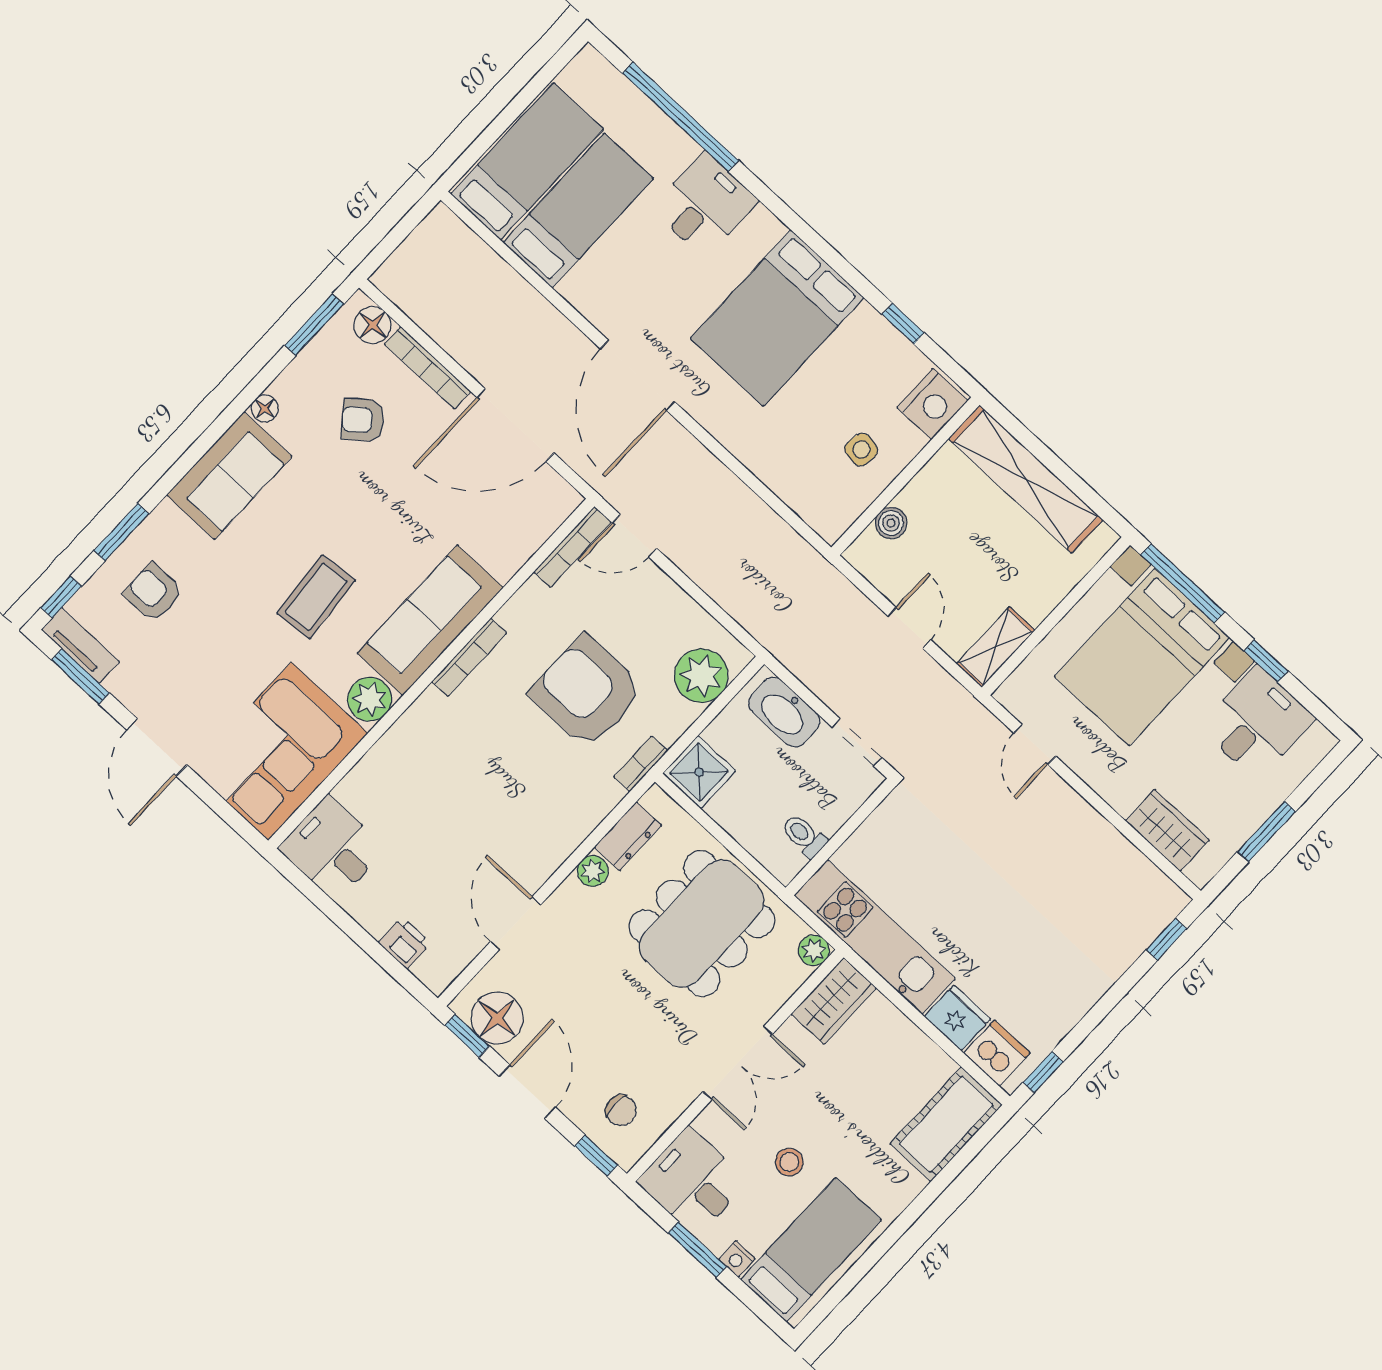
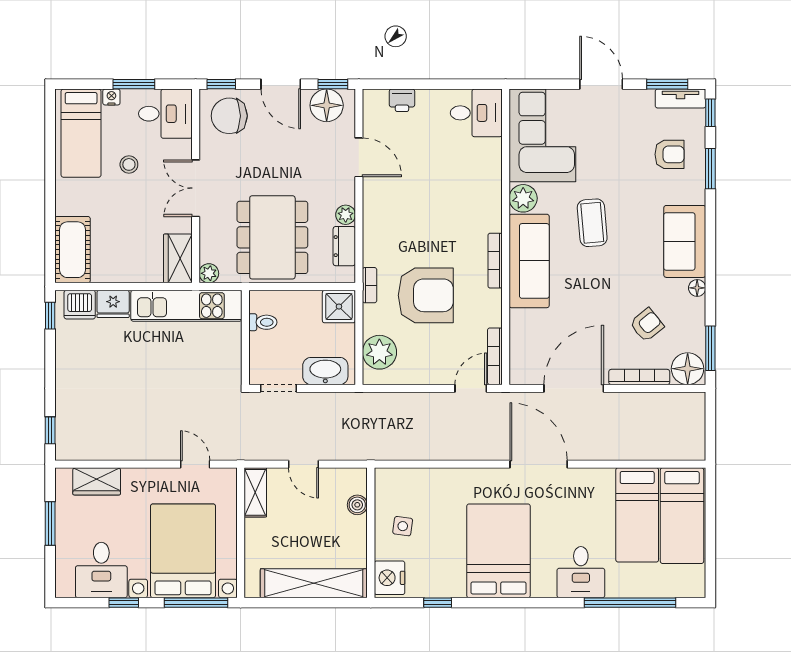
floor lamp: (372, 325) -> (688, 369), width x1.38, depth x1.38
chair: (621, 1111) -> (229, 116), width x1.87, depth x1.87

